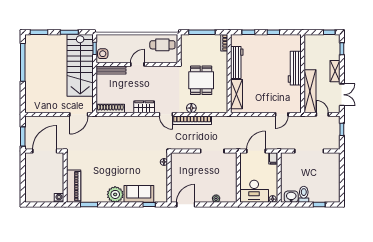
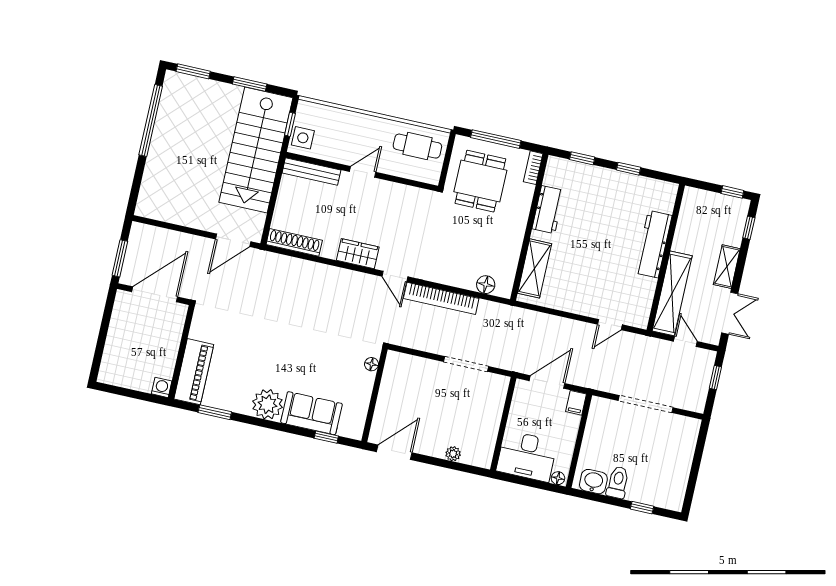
workbench: (237, 62) -> (548, 210), width x0.73
dining table: (201, 80) -> (480, 181), moved
floor lamp: (191, 108) -> (486, 285), moved

